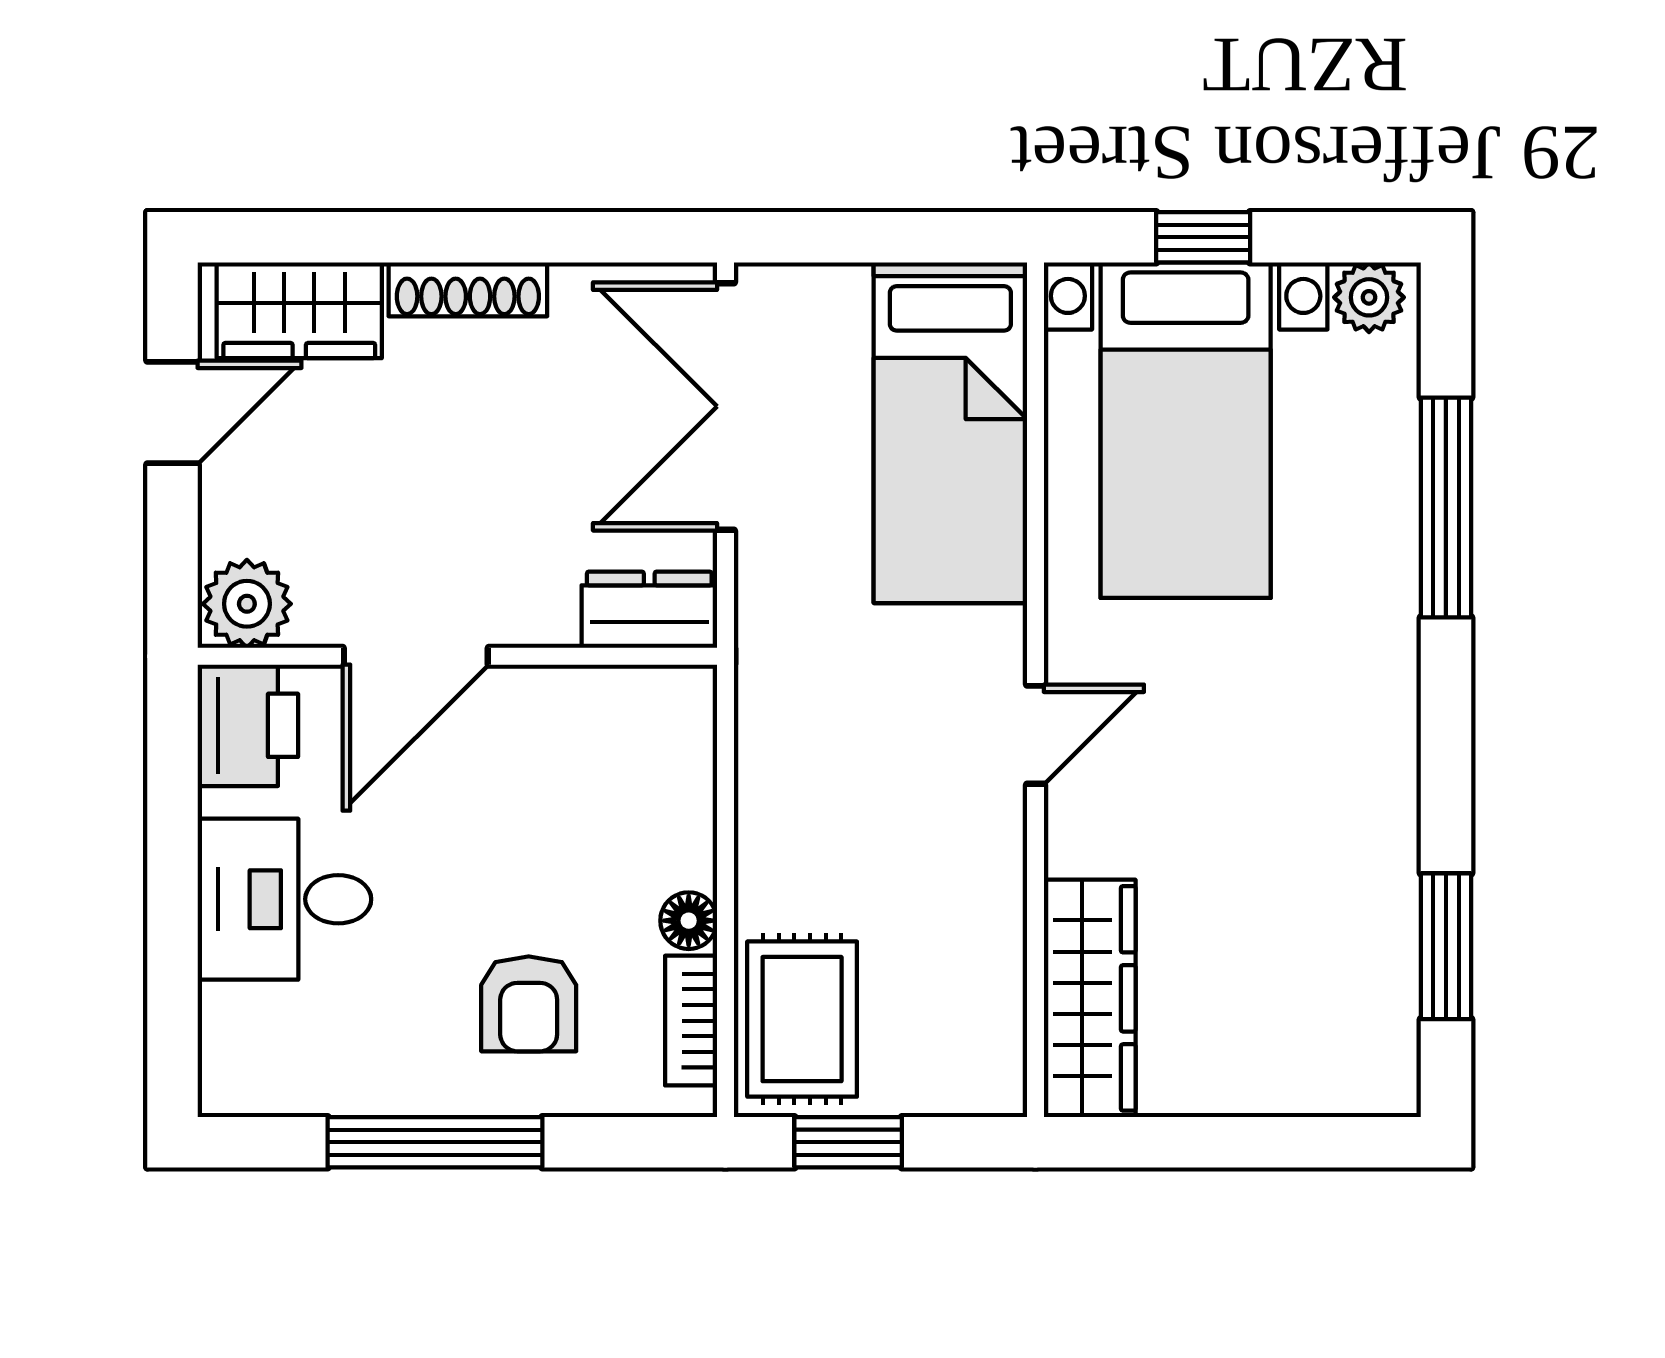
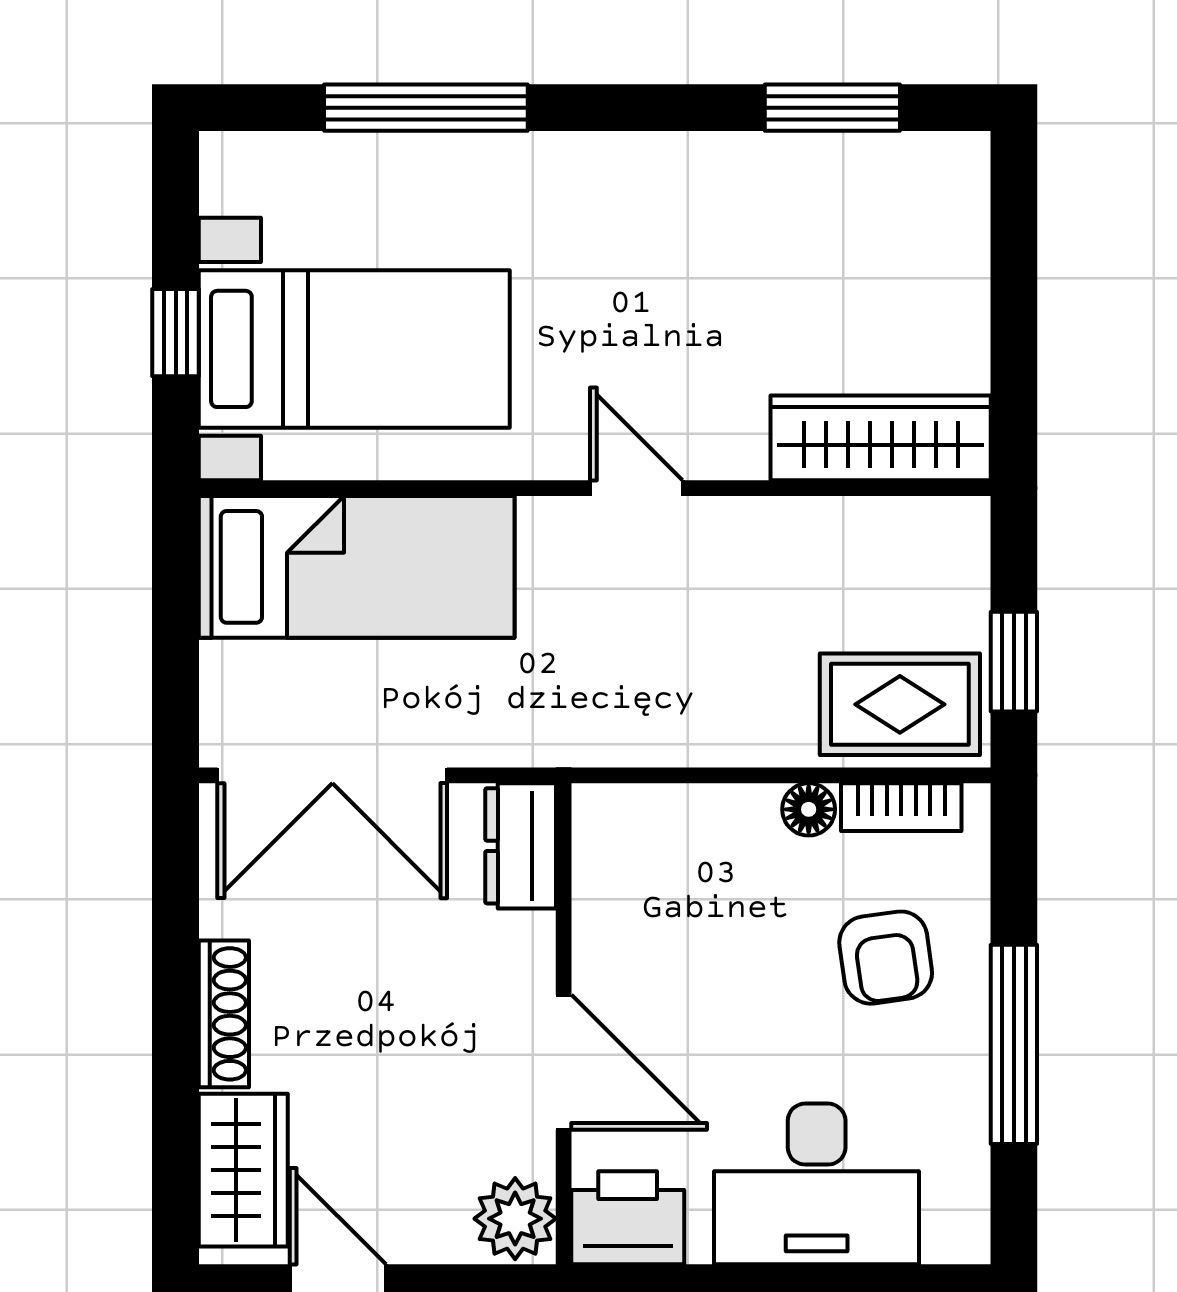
plant: (1369, 297) -> (231, 179), removed
desk: (284, 899) -> (817, 1184), width x1.37
armchair: (529, 1004) -> (886, 958), turned 82

